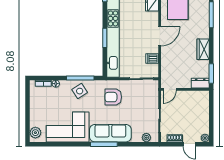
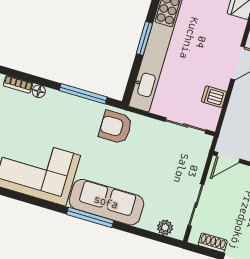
side table: (80, 91) -> (76, 116), removed
armchair: (113, 97) -> (116, 127), moved

